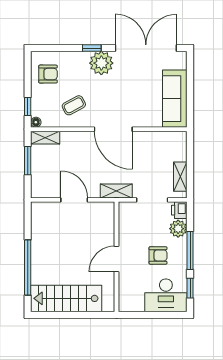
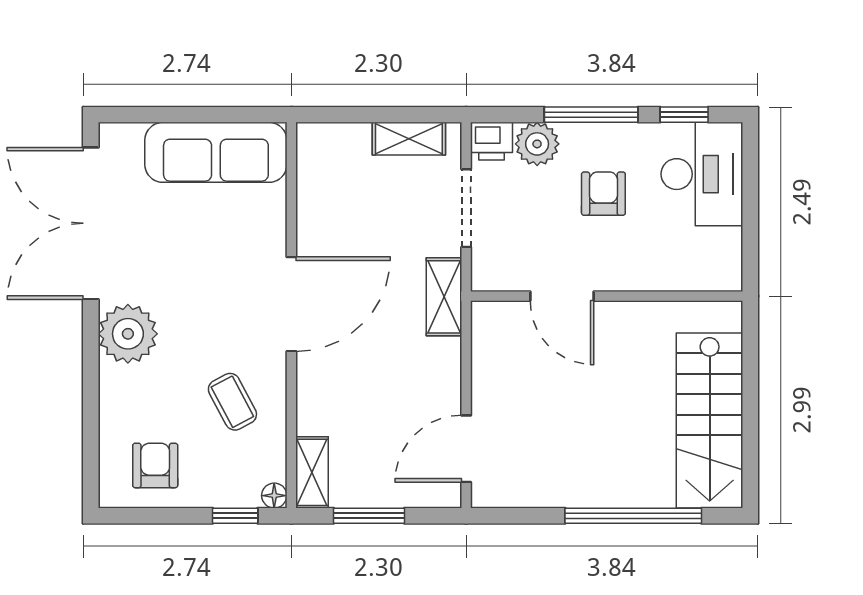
window: (92, 48) -> (91, 357), removed
door: (74, 200) -> (466, 449), moved
door: (117, 259) -> (562, 296), moved

